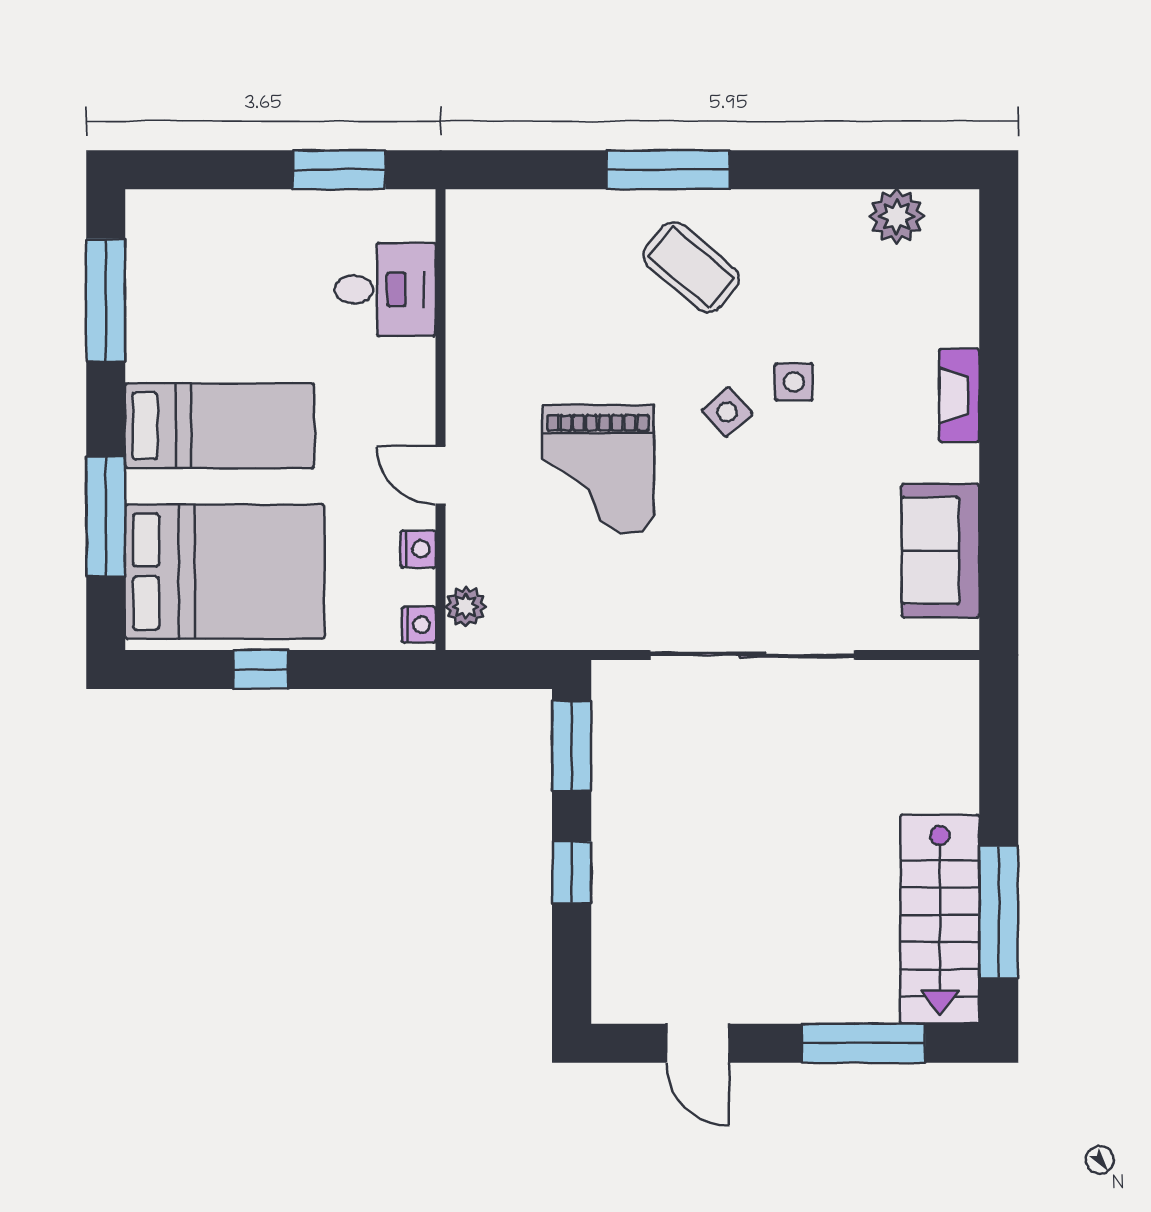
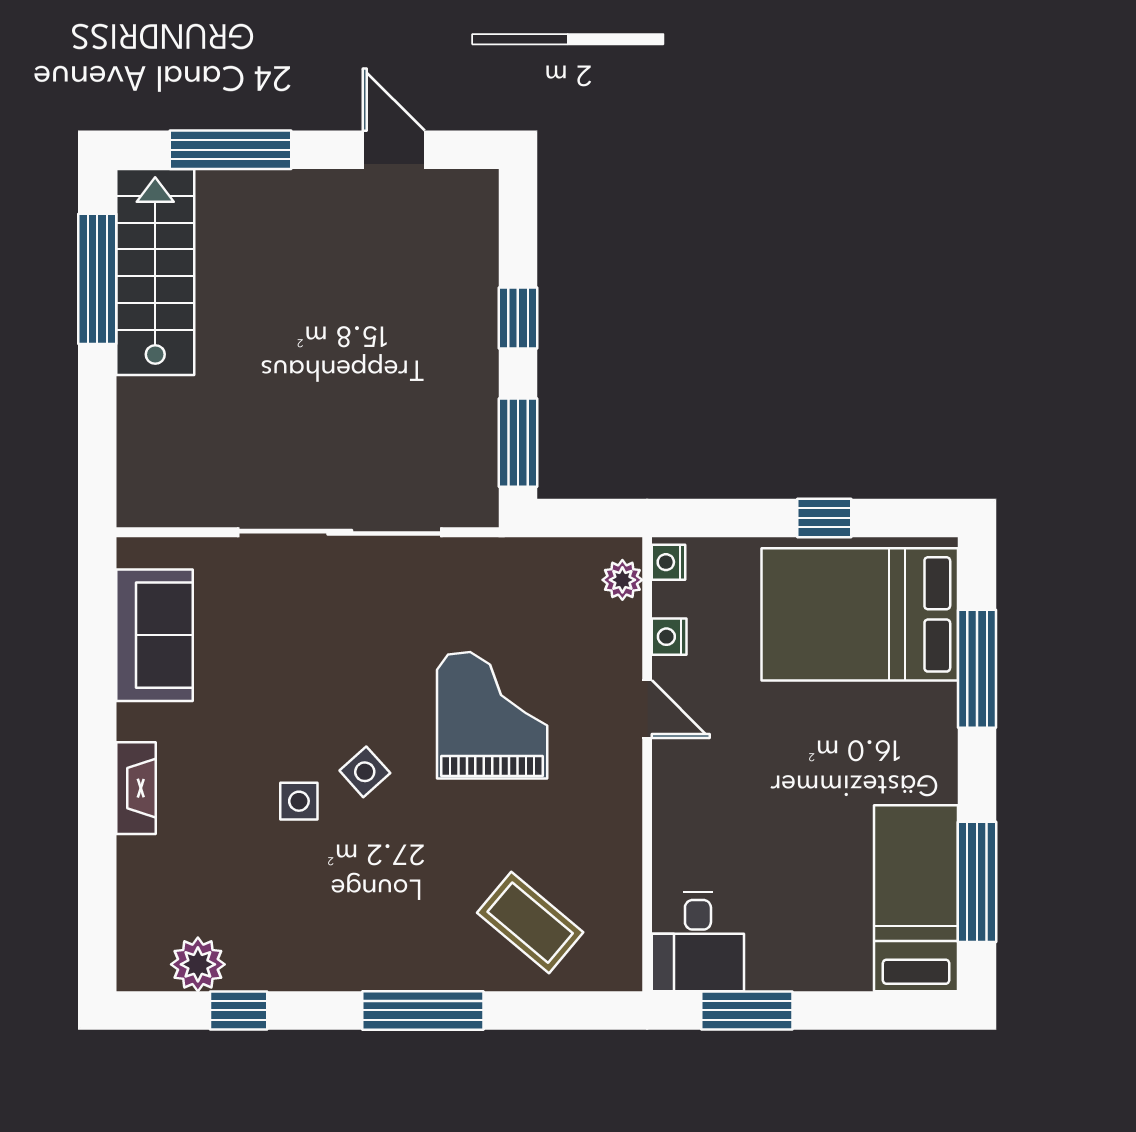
window: (855, 170) -> (239, 1010), added
coffee table: (691, 267) -> (530, 923), moved
desk: (385, 289) -> (698, 942), moved, turned -90
bed: (220, 426) -> (916, 898), moved, turned 90

